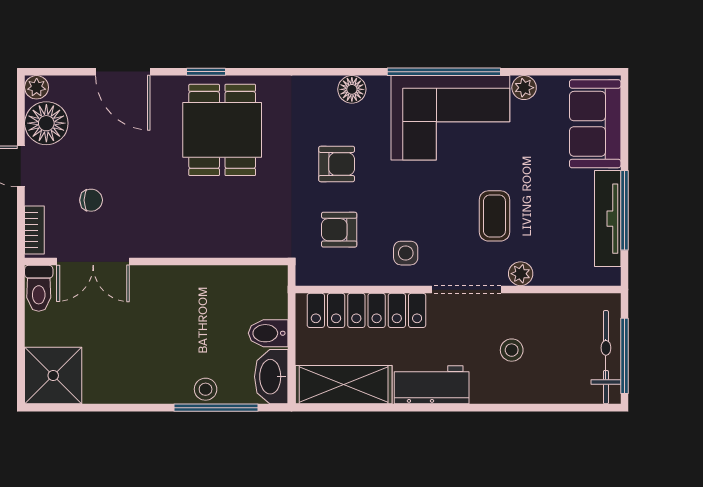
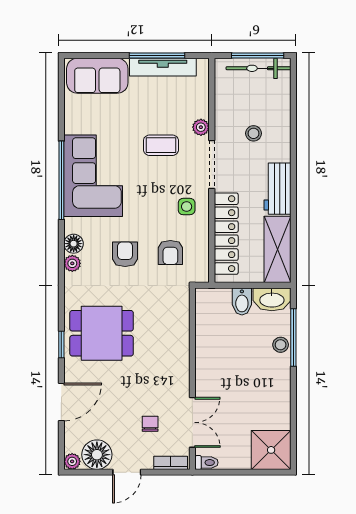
plant: (524, 88) -> (72, 263), moved
toilet: (39, 288) -> (206, 463), width x0.73, depth x0.72

